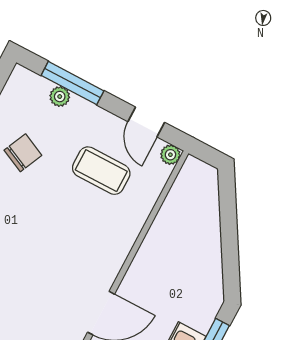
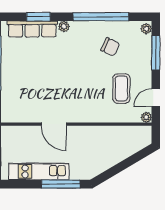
plant: (60, 97) -> (146, 29), moved

